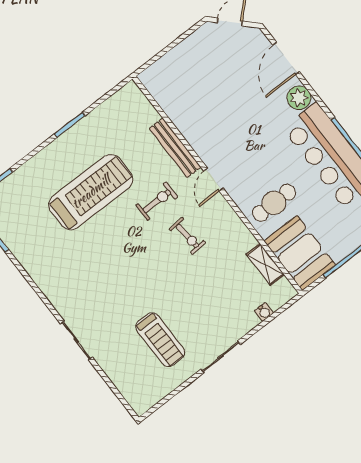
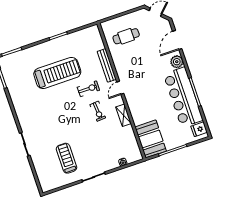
cafe table: (274, 203) -> (126, 36), moved
shelving: (265, 264) -> (124, 115), moved
treadmill: (160, 340) -> (66, 158), turned 180

